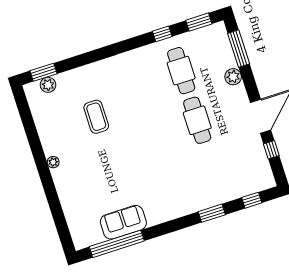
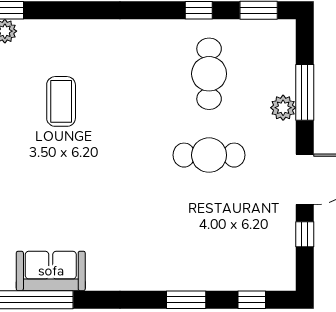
window: (239, 49) -> (305, 92), moved
cafe table: (197, 120) -> (209, 155), turned 90

